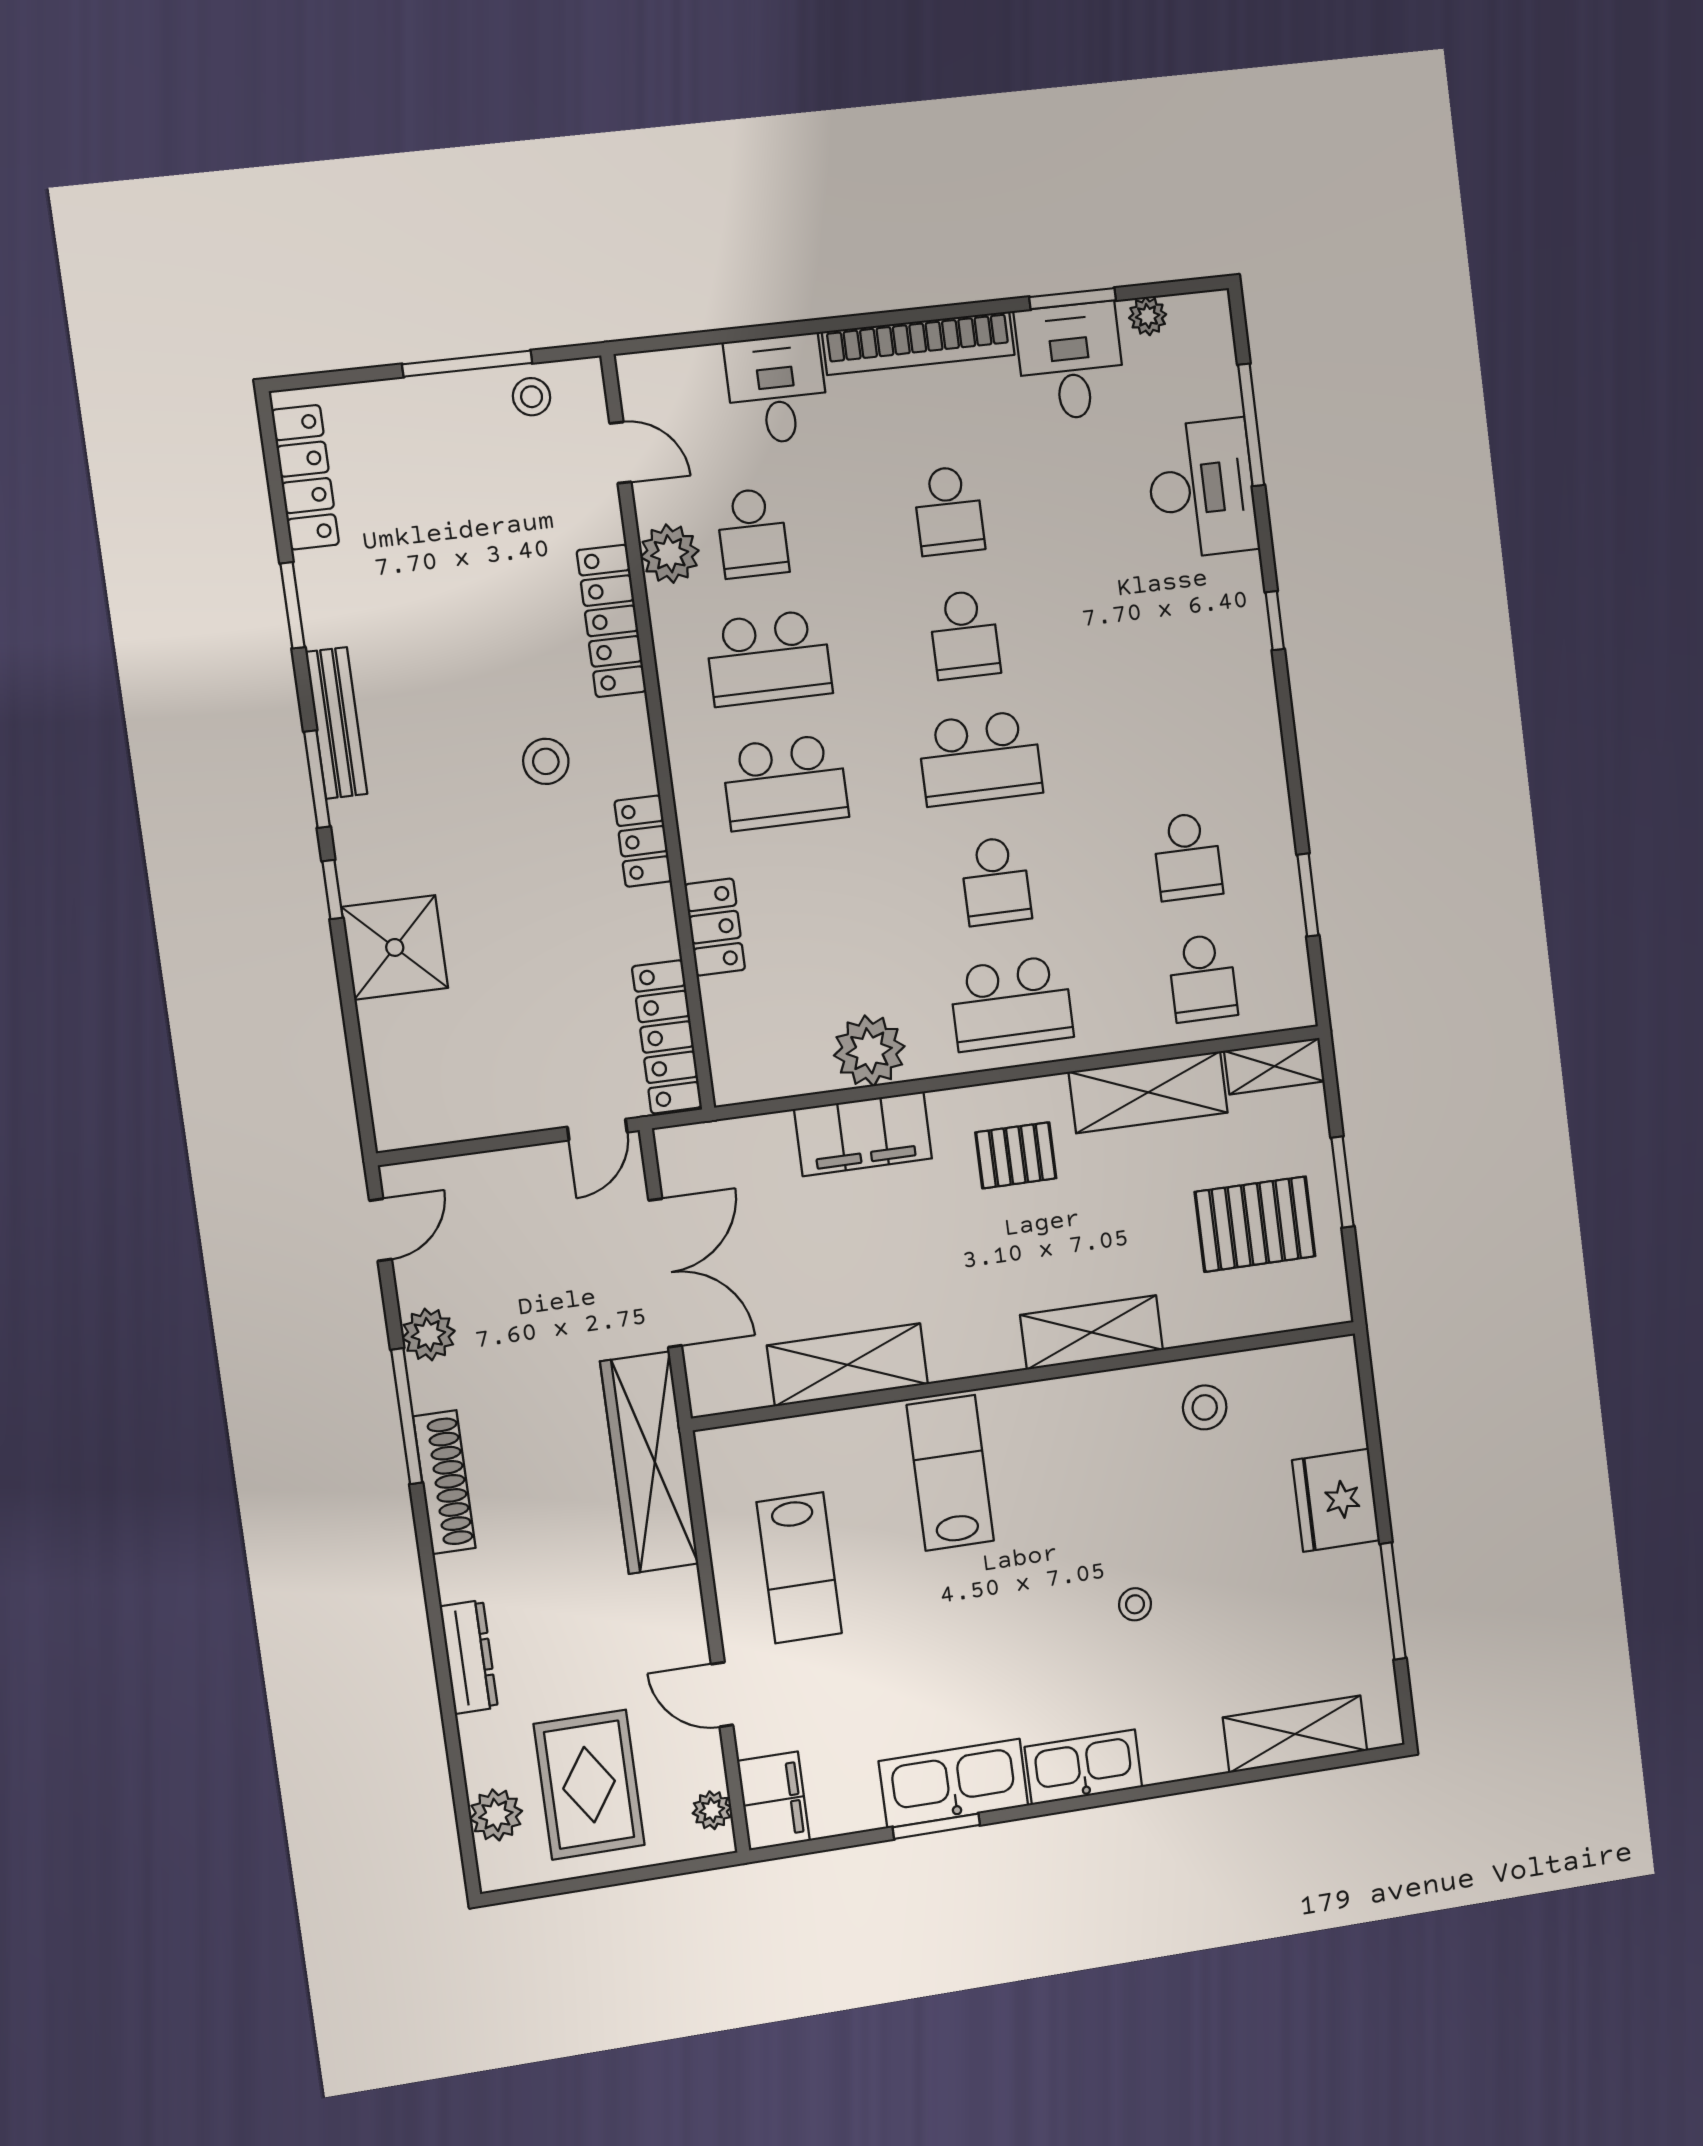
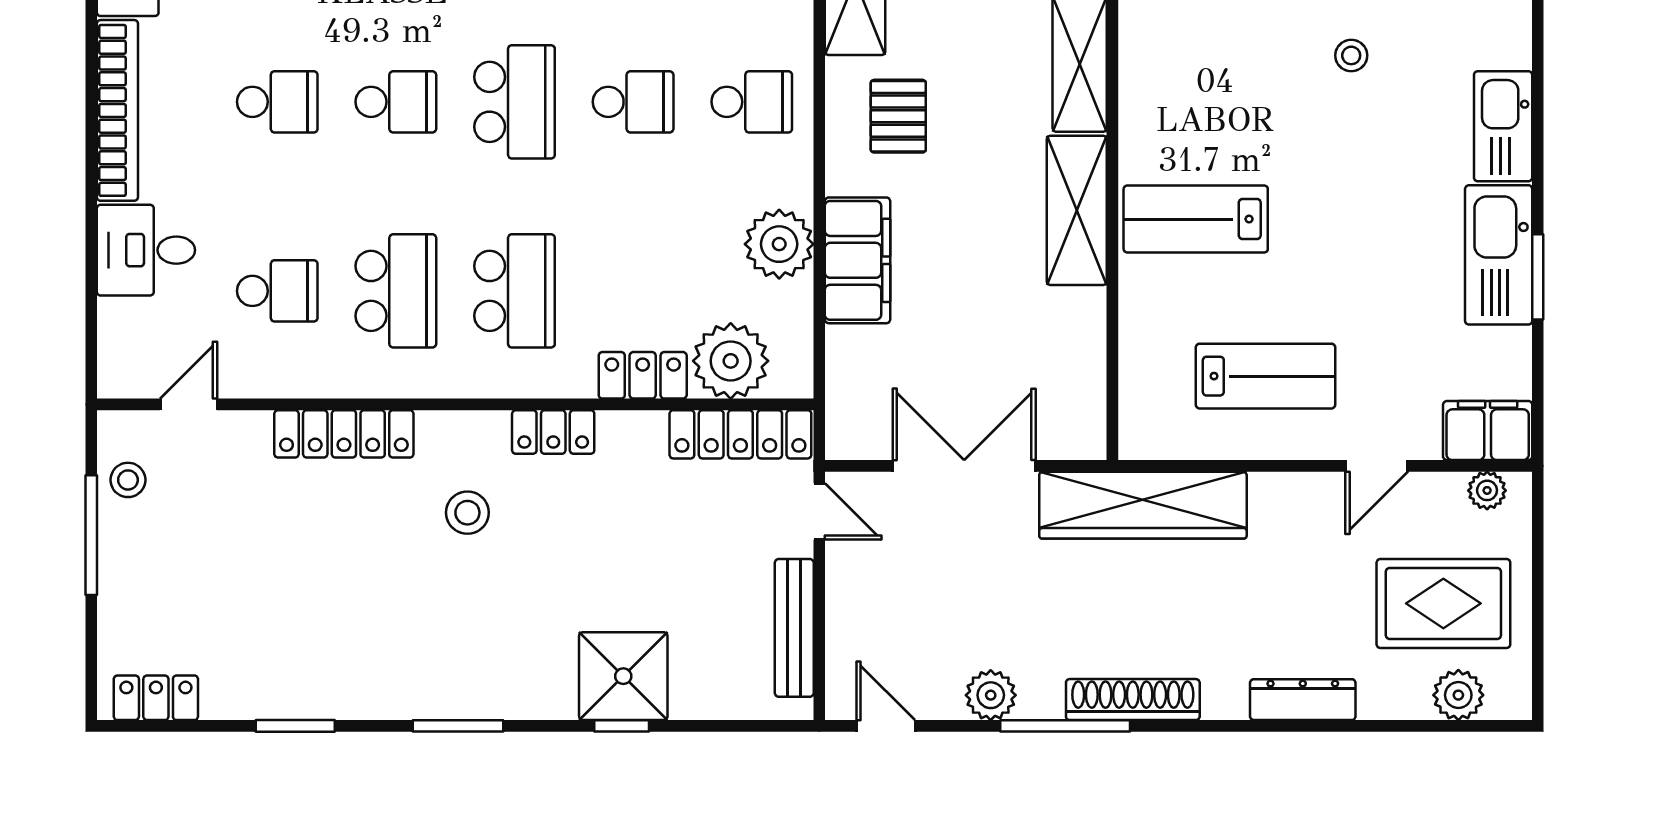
locker: (305, 477) -> (156, 698), width x0.66
plant: (670, 554) -> (731, 361), moved, width x1.36, depth x1.36
bench: (336, 723) -> (794, 628), moved, turned 90
window: (332, 890) -> (622, 726), moved
school desk: (1011, 1003) -> (752, 102), width x0.54
shelving: (848, 1365) -> (1077, 210), moved

